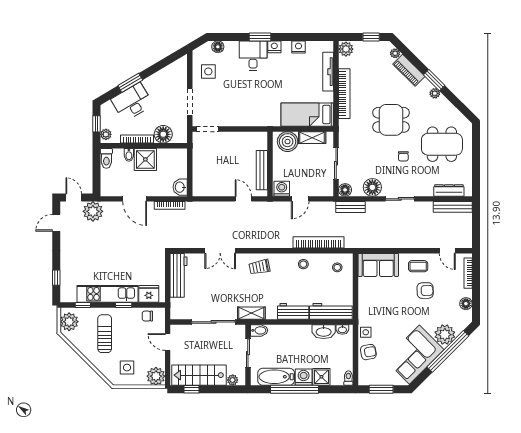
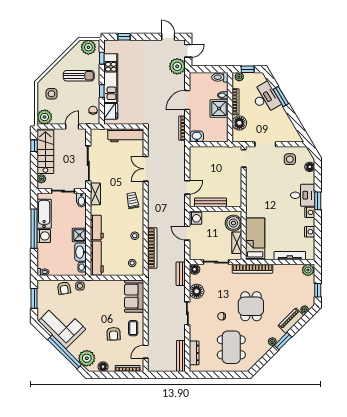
bookcase: (344, 94) -> (252, 269), moved
plant: (445, 335) -> (87, 358), moved
shower: (321, 377) -> (79, 235), moved

